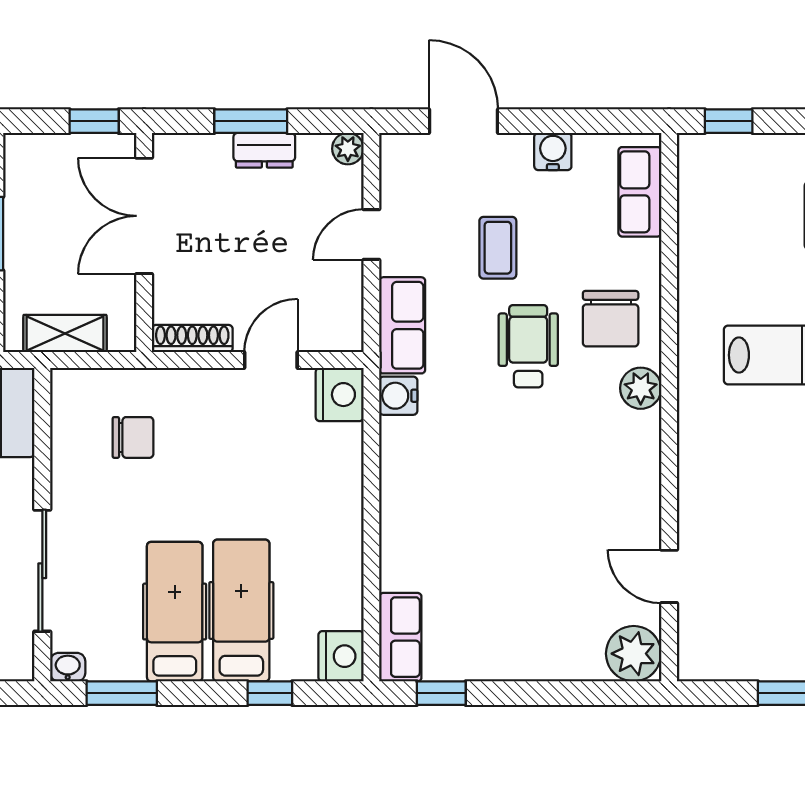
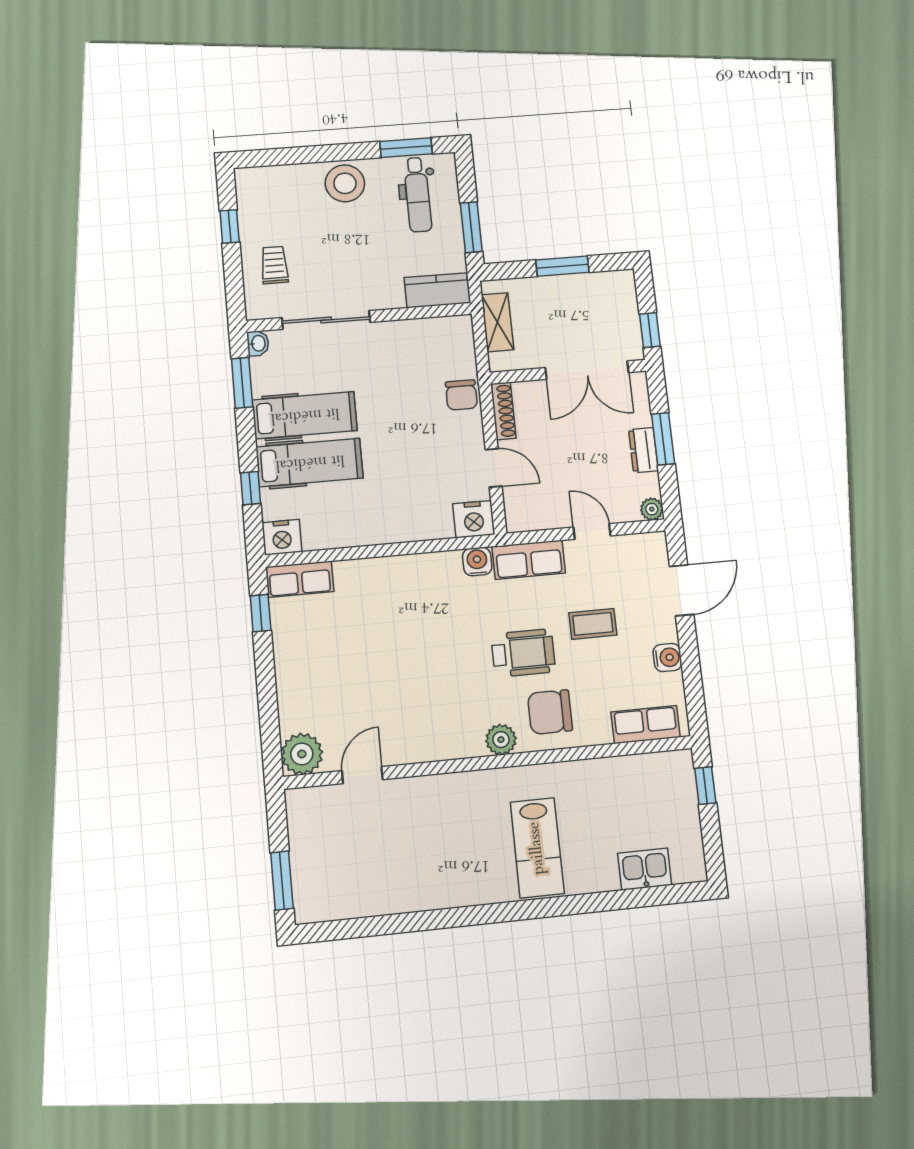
double door: (144, 216) -> (587, 370), swing flipped
chair: (133, 437) -> (461, 395), moved

